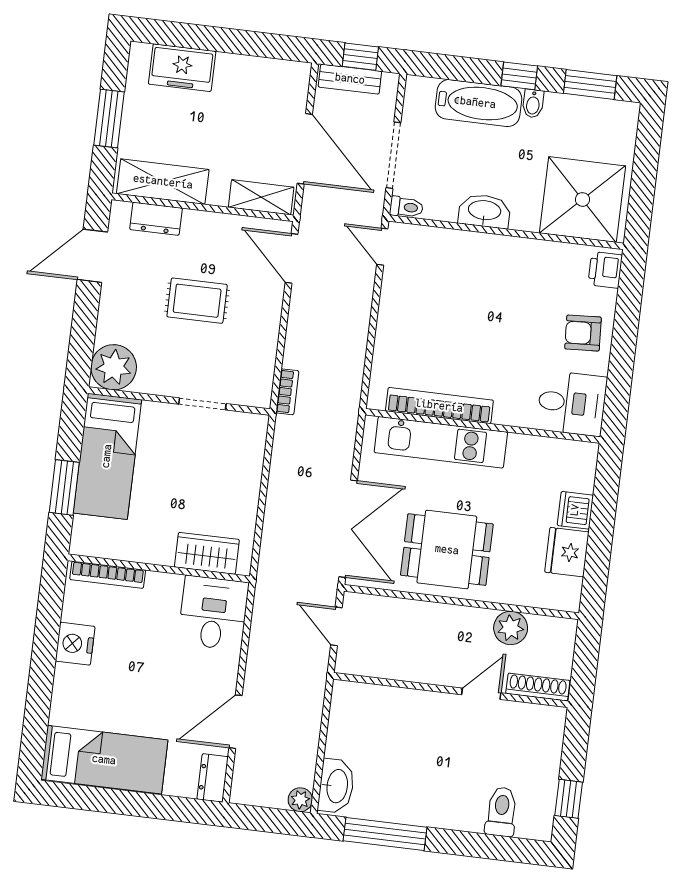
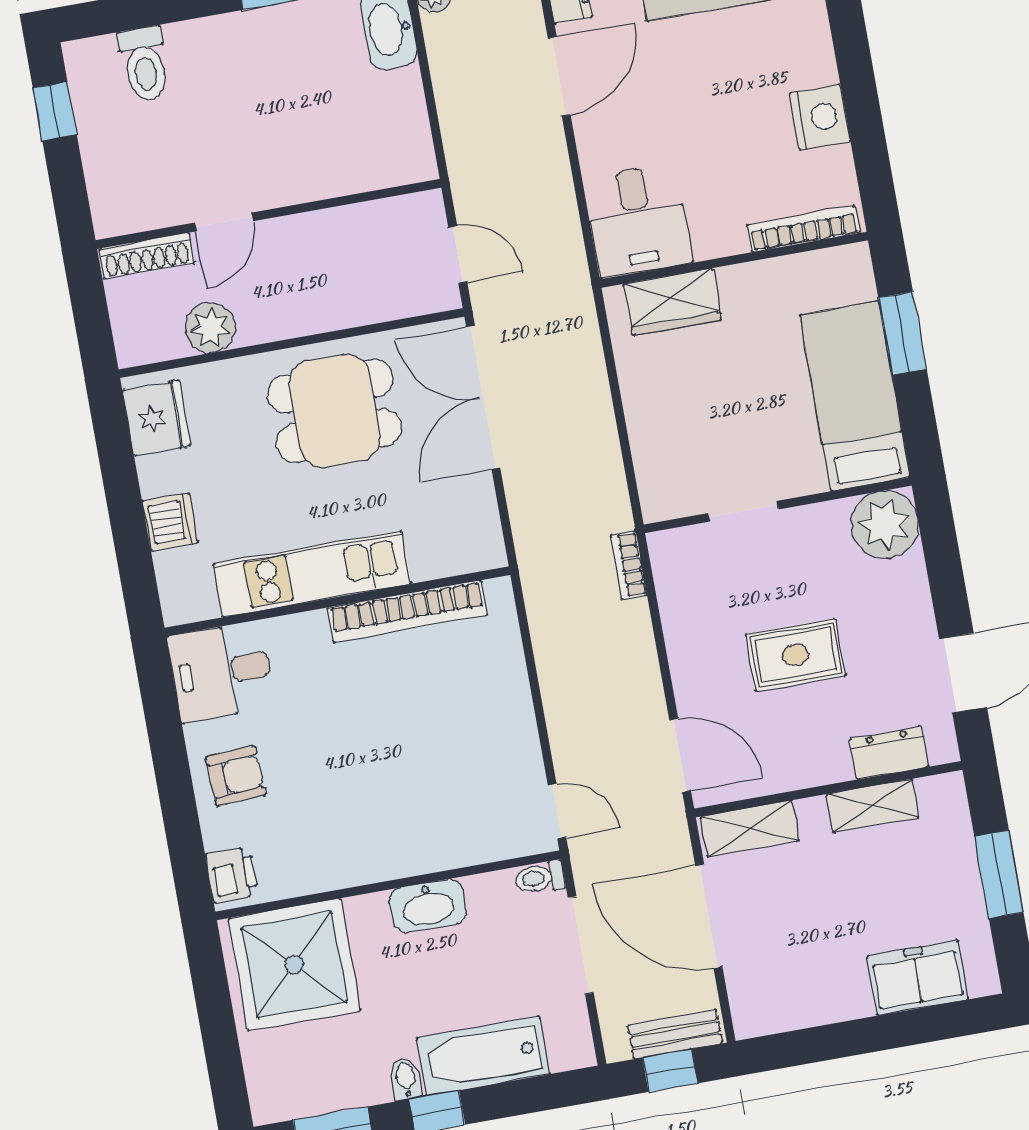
shelving: (163, 182) -> (873, 806), width x0.67, depth x0.75
kitchen unit: (441, 442) -> (312, 574), moved
fridge: (567, 552) -> (157, 418), moved

